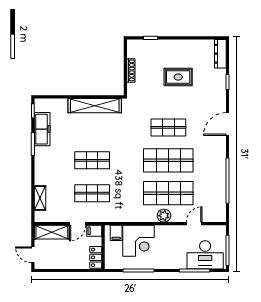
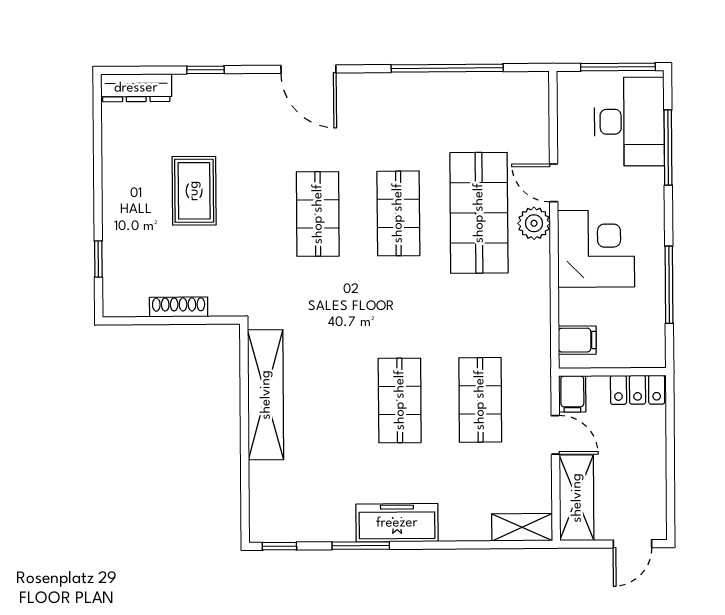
freezer: (42, 129) -> (397, 523), moved
shop shelf: (168, 160) -> (398, 213), width x0.70, depth x0.74
shelving: (40, 198) -> (522, 527), moved
door: (194, 224) -> (554, 183), moved
corner desk: (139, 241) -> (596, 249), moved

